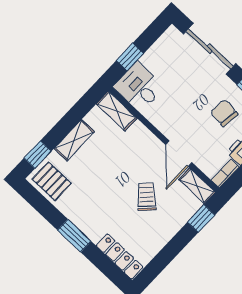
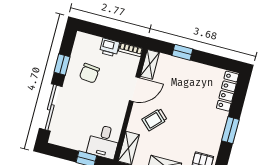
trolley: (147, 197) -> (155, 120), moved
window: (201, 219) -> (182, 52), moved

